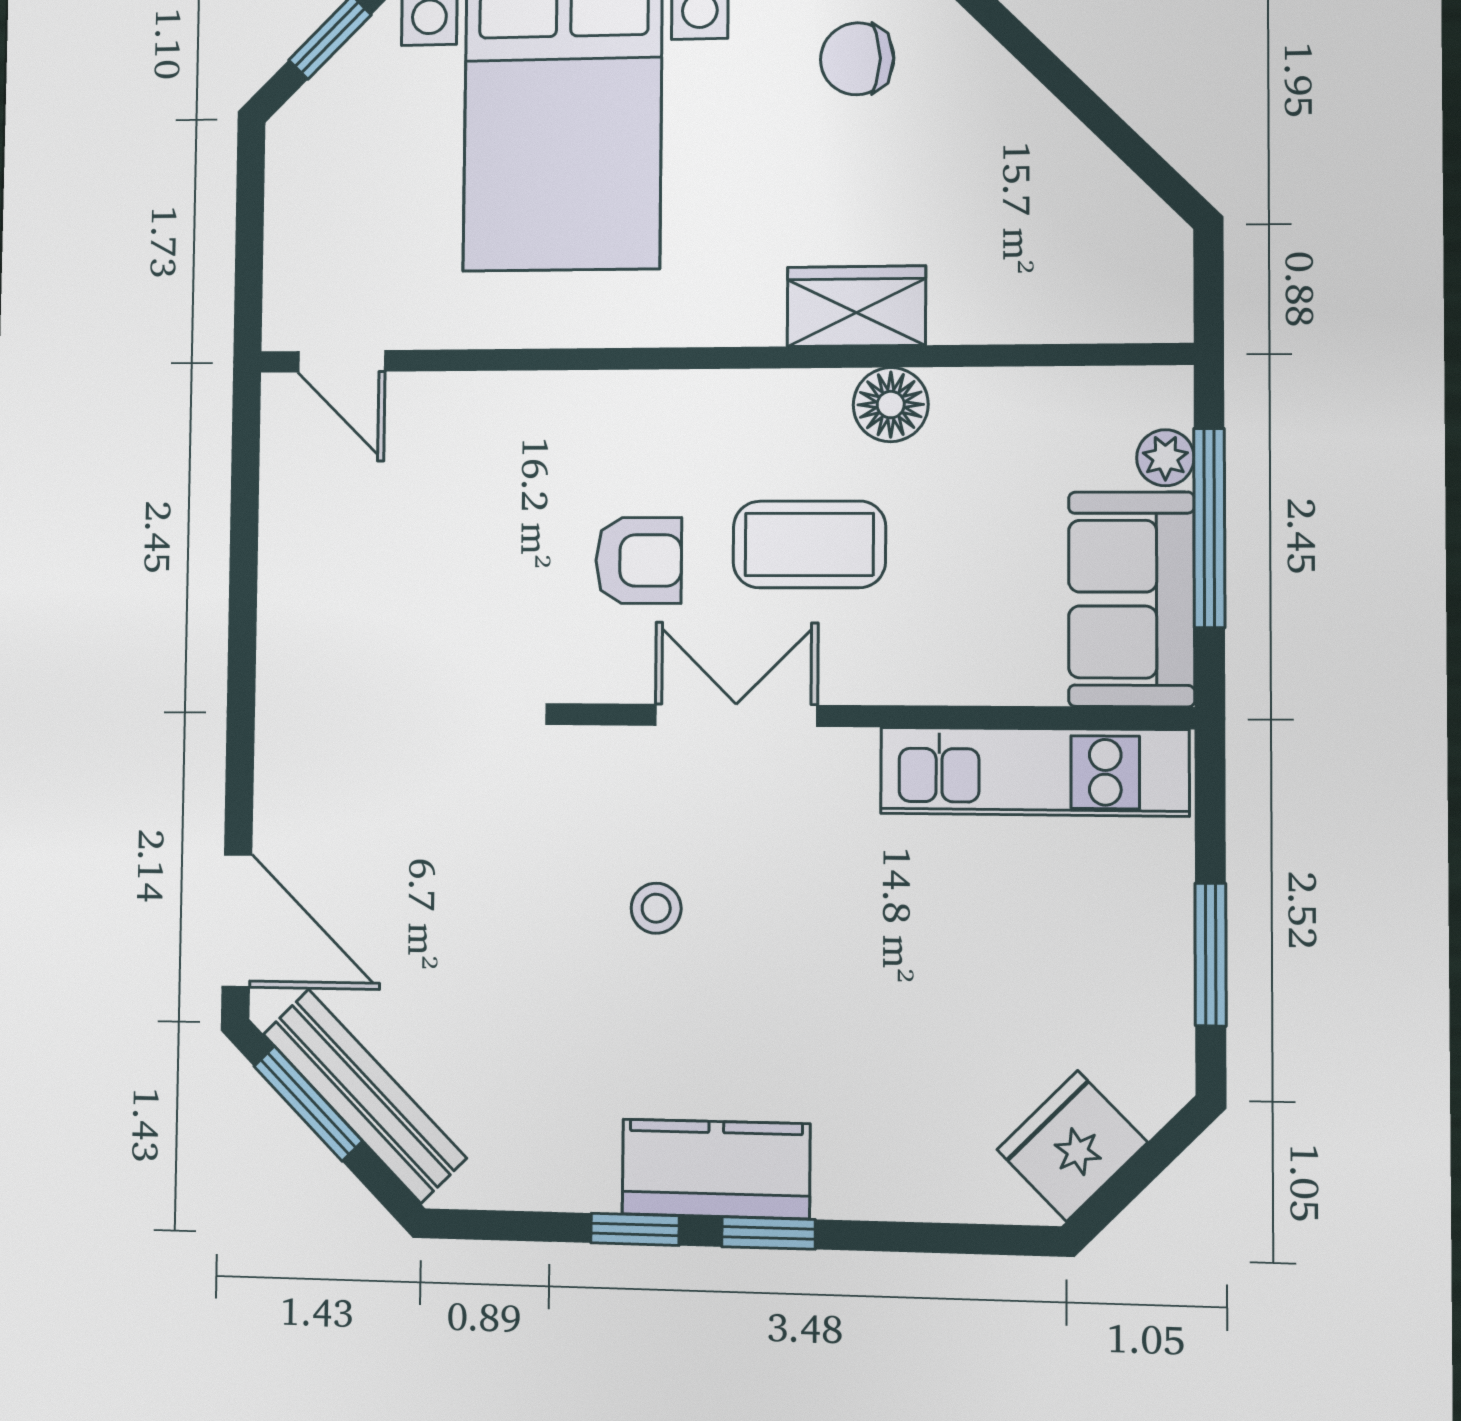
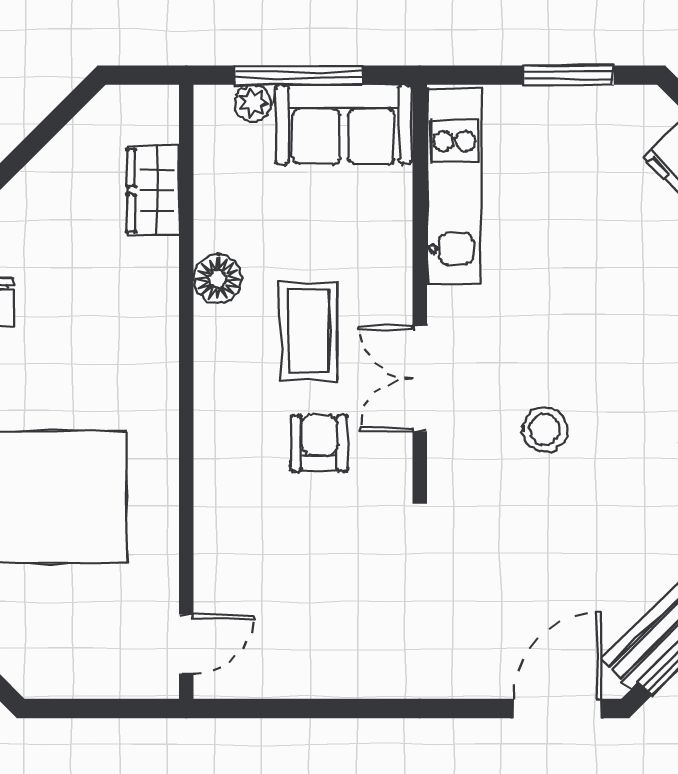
wardrobe: (856, 306) -> (153, 191), moved
stool: (656, 908) -> (545, 429), width x1.37, depth x1.37

